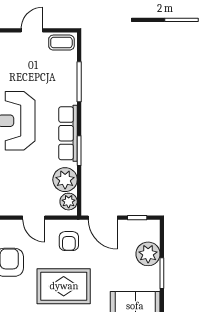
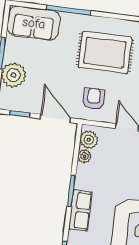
row of seats: (68, 133) -> (80, 210), width x0.68
plant: (65, 180) -> (85, 156), width x0.53, depth x0.53

